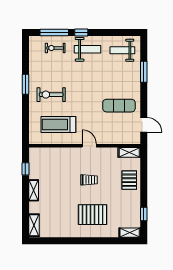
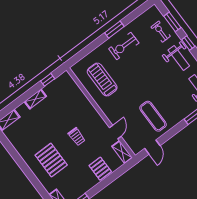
window: (54, 33) -> (172, 22), width x0.69
exercise bike: (51, 95) -> (124, 46), moved, turned -90
door: (89, 146) -> (115, 132), moved
pallet: (129, 180) -> (100, 169), turned 90

